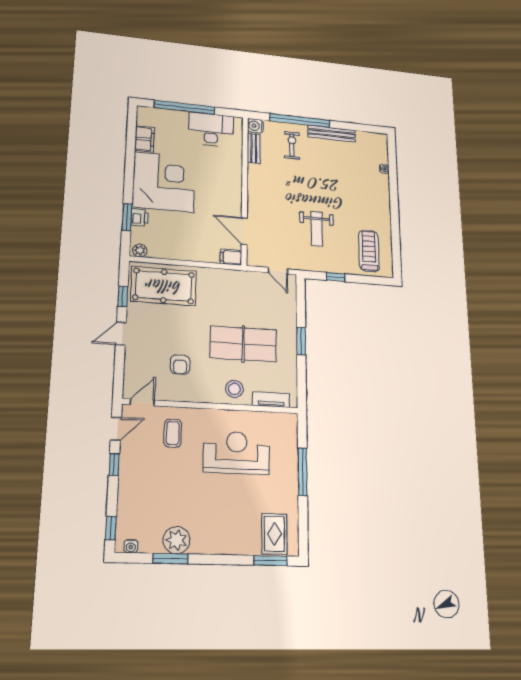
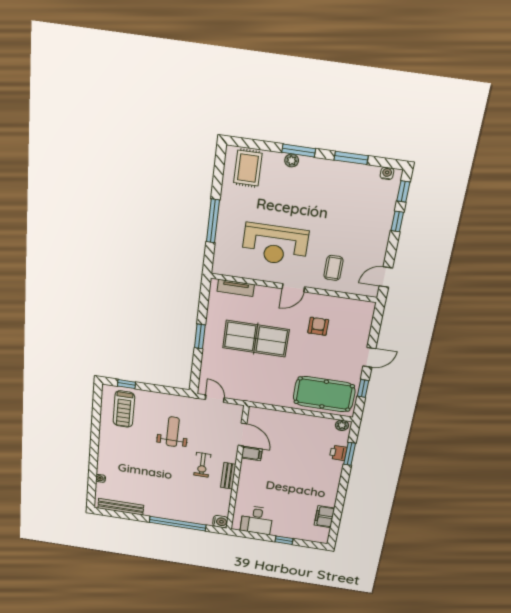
window: (185, 107) -> (284, 540), width x0.32
desk: (211, 129) -> (257, 520), width x0.73
bench: (332, 134) -> (121, 507), moved
exercise bike: (292, 145) -> (202, 465), moved
bench: (254, 148) -> (228, 476), moved
corner desk: (164, 182) -> (312, 480), removed
filing cabinet: (231, 257) -> (252, 454), moved
window: (336, 277) -> (127, 384), moved
stool: (234, 389) -> (270, 300), removed
door: (142, 402) -> (293, 288), moved
window: (114, 465) -> (397, 221), moved
plant: (176, 540) -> (292, 161), moved, width x0.53, depth x0.53
window: (270, 561) -> (299, 151), moved

